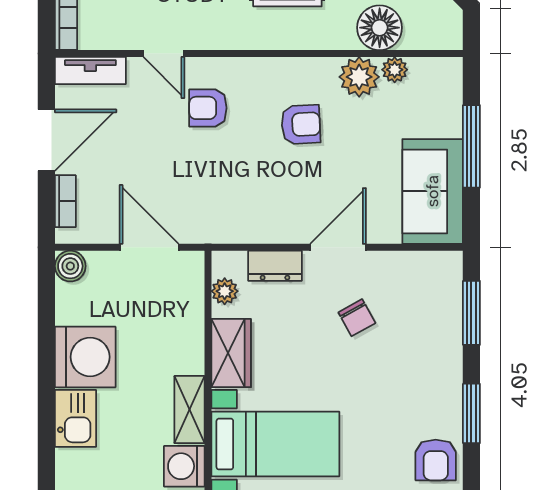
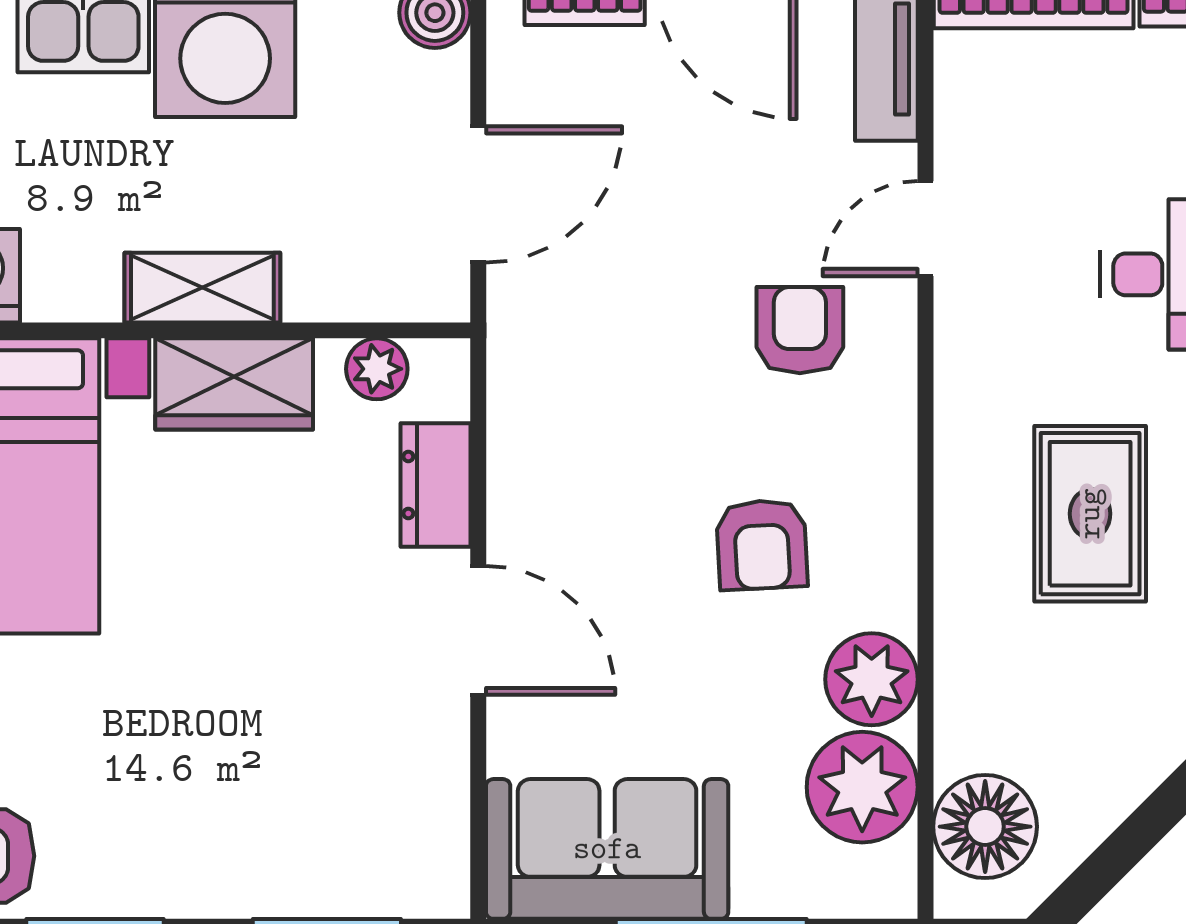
floor lamp: (380, 28) -> (985, 827), moved
plant: (395, 70) -> (862, 787), width x1.88, depth x1.88
chair: (357, 318) -> (316, 674), removed
shelving: (189, 410) -> (202, 288), moved

